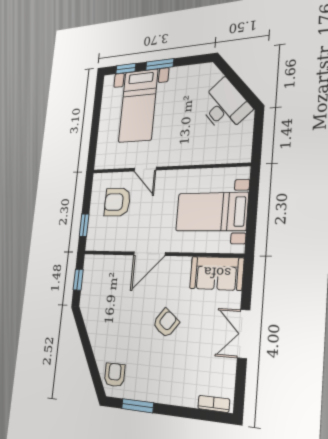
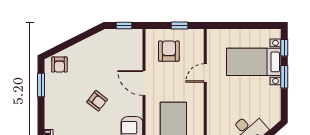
armchair: (117, 202) -> (169, 51), moved
window: (84, 225) -> (179, 25), moved
armchair: (115, 375) -> (59, 65), turned 90

